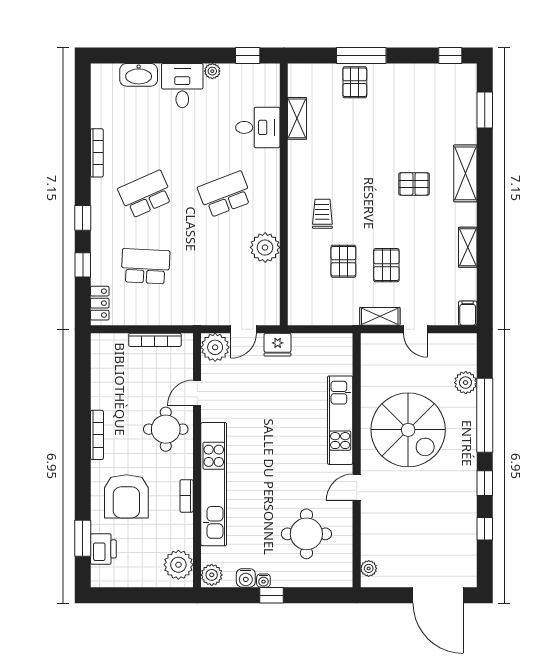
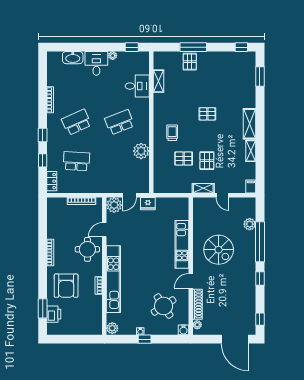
shelving: (465, 173) -> (250, 124), moved
pallet: (414, 184) -> (207, 114), moved
pallet: (343, 261) -> (184, 158), turned 90
spiral stairs: (408, 430) -> (219, 250), width x0.73, depth x0.73
window: (485, 529) -> (260, 319), moved
shoe rack: (369, 531) -> (198, 304), added
round table: (306, 534) -> (164, 306), turned -33
plant: (178, 565) -> (94, 323), removed
water cooler: (246, 578) -> (184, 330), moved

